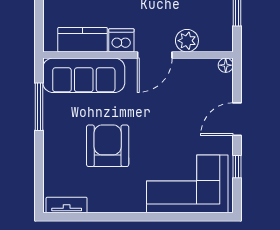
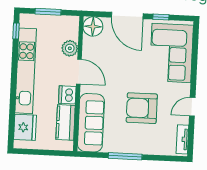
floor lamp: (226, 65) -> (93, 26), width x1.89, depth x1.89
window: (39, 107) -> (125, 156), moved
door: (237, 119) -> (127, 15), width x1.36
door: (113, 217) -> (192, 107), added

